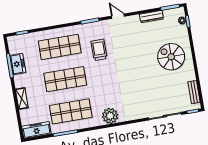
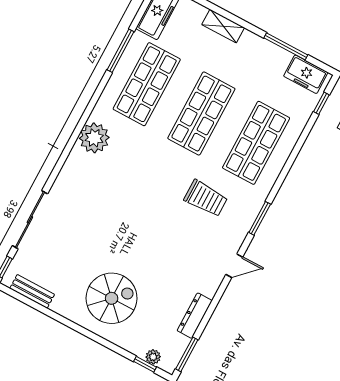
freezer: (18, 64) -> (306, 74), moved

